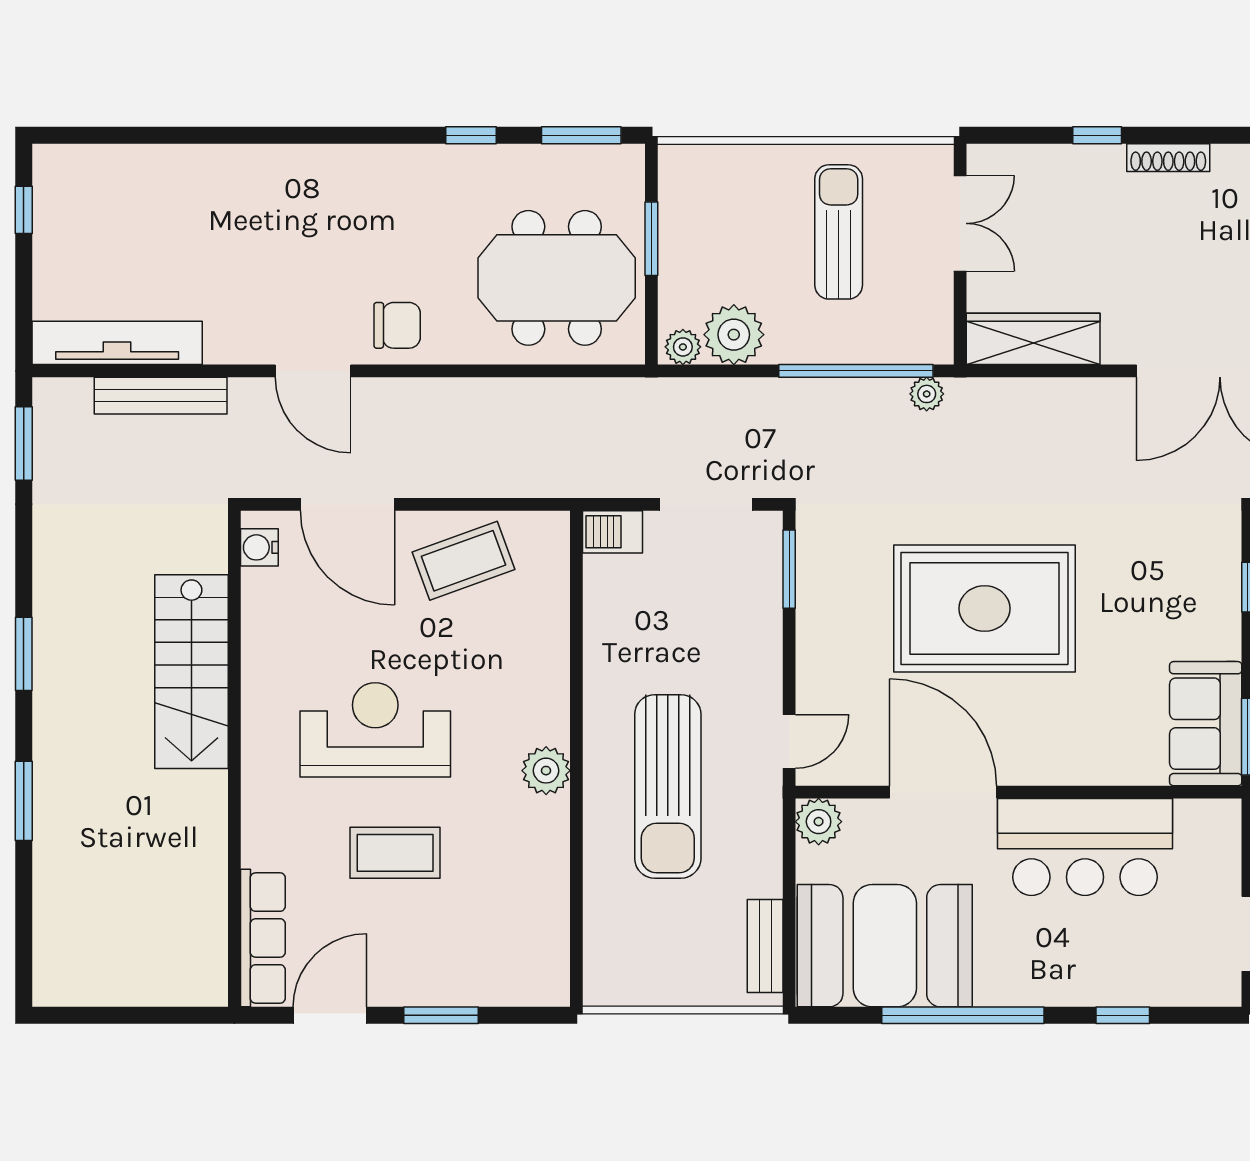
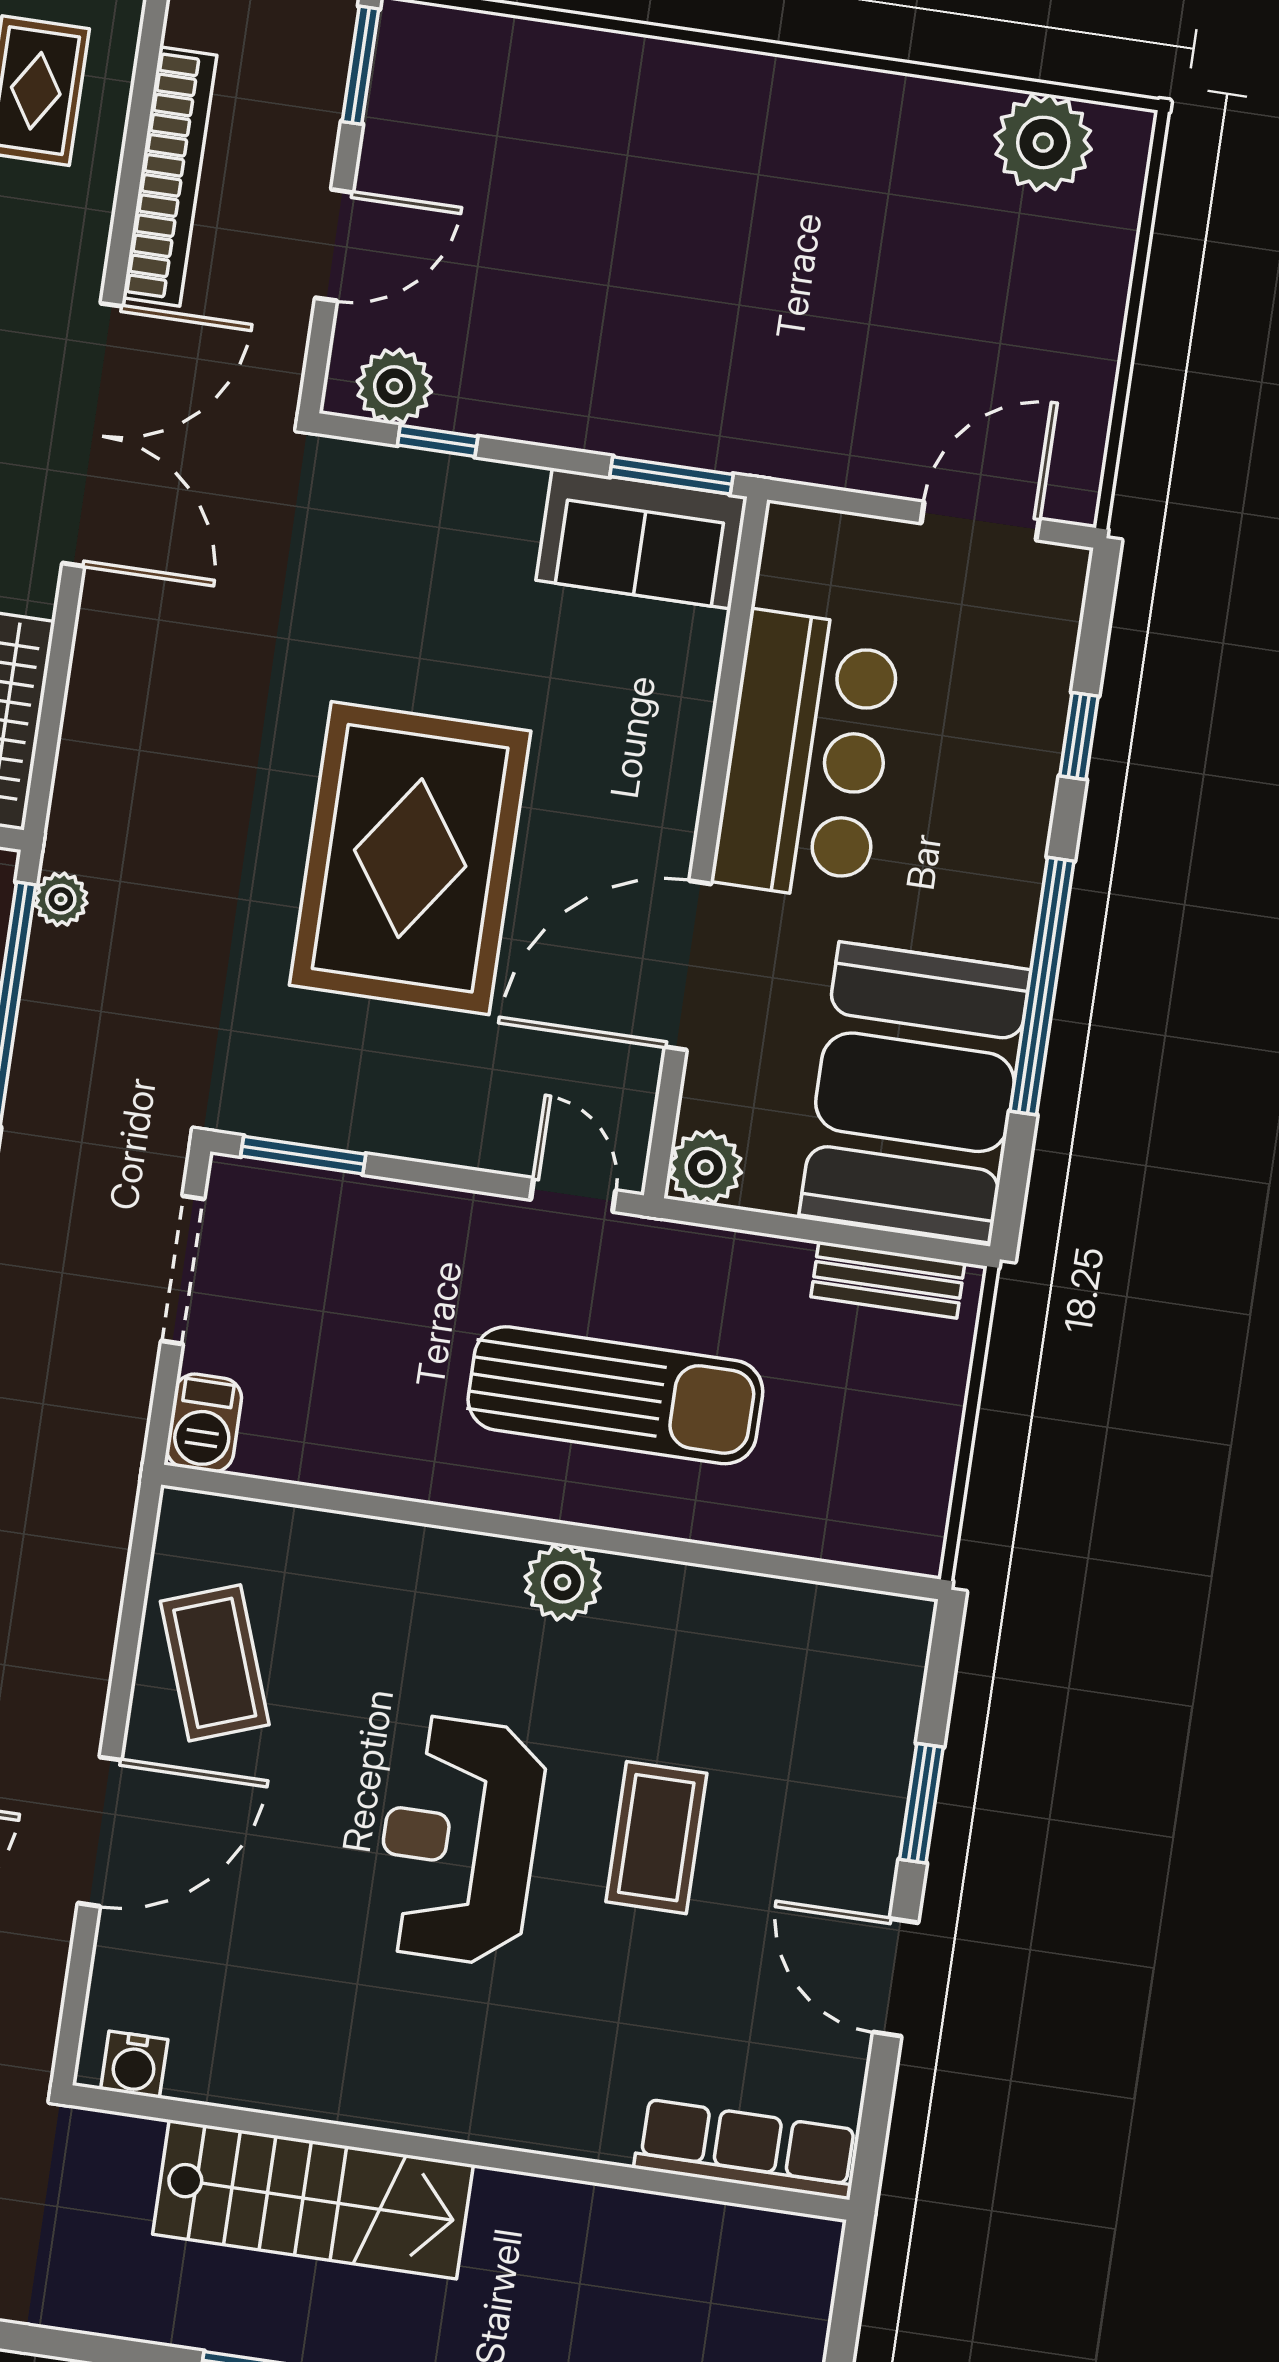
water cooler: (259, 547) -> (134, 2064), moved
stairs: (191, 672) -> (313, 2199), moved
wall: (234, 759) -> (459, 2152), moved
row of seats: (263, 938) -> (747, 2149), moved

